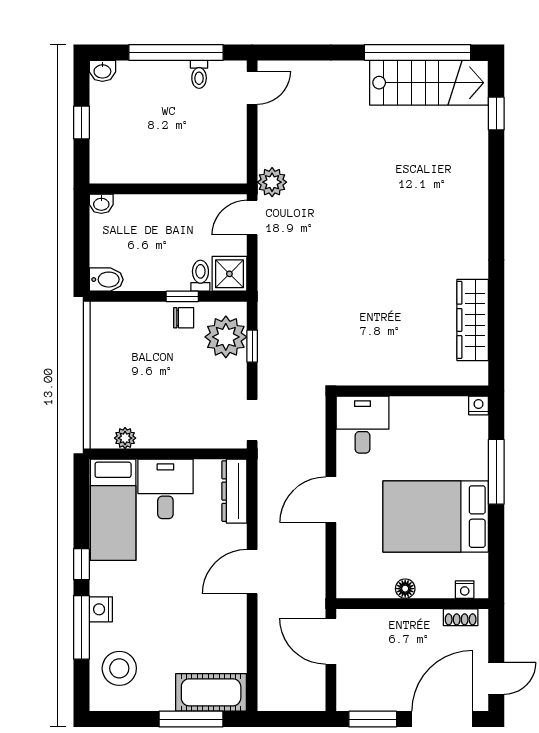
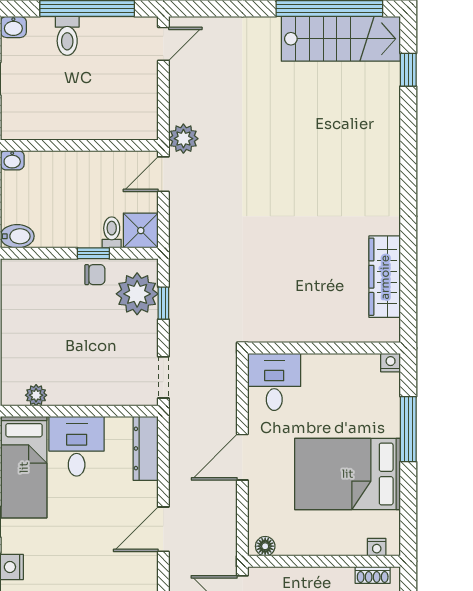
toilet: (199, 74) -> (67, 36), moved, width x1.37, depth x1.39
floor lamp: (405, 589) -> (265, 546), moved

